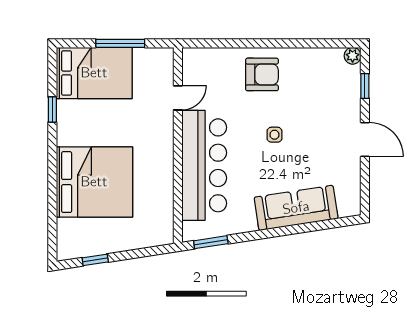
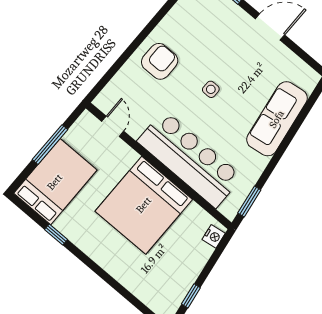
door: (178, 98) -> (113, 126), moved
bed: (94, 182) -> (144, 205), moved, turned 180
nightstand: (158, 237) -> (214, 236), added

